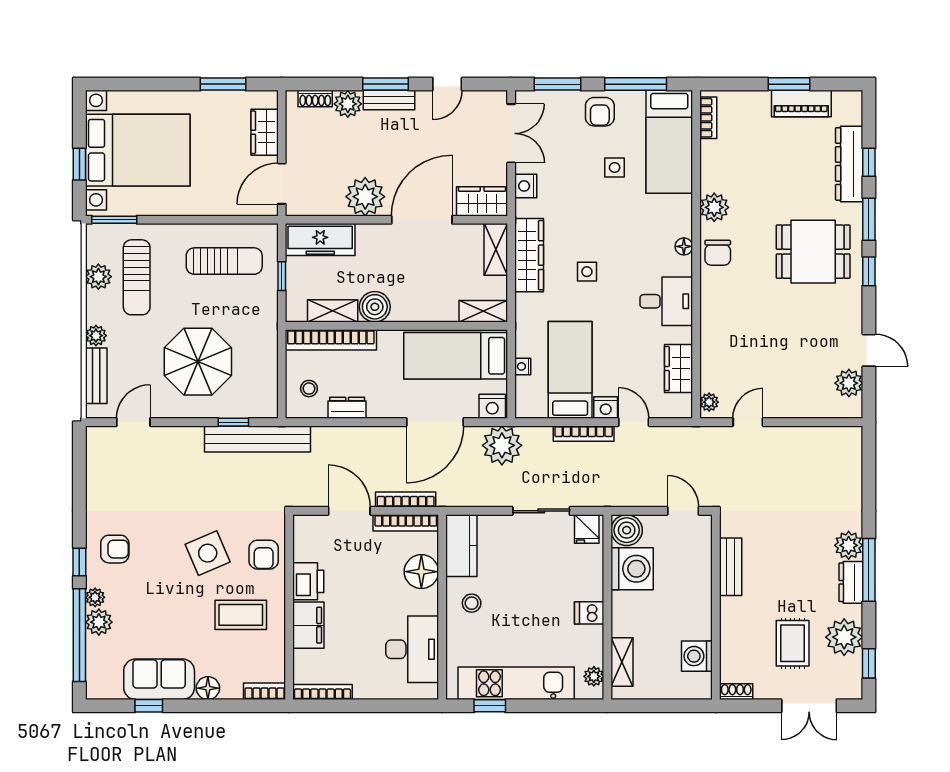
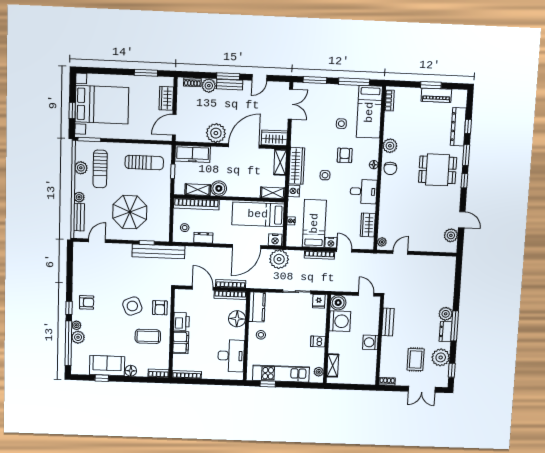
armchair: (600, 112) -> (345, 155), moved, turned 180
nightstand: (526, 186) -> (294, 191), moved
washing machine: (697, 656) -> (370, 342), moved

